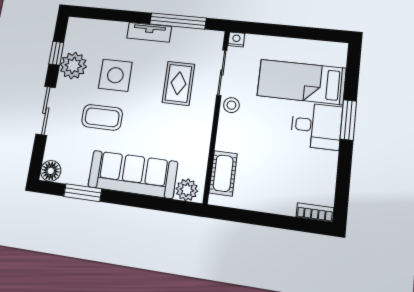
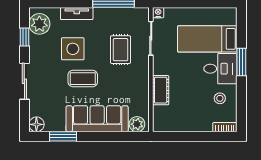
tv unit: (149, 32) -> (77, 14), moved
plant: (73, 66) -> (39, 24), moved
stool: (231, 105) -> (220, 98), moved
coffee table: (102, 117) -> (83, 79), moved
cot: (223, 173) -> (161, 90), moved

